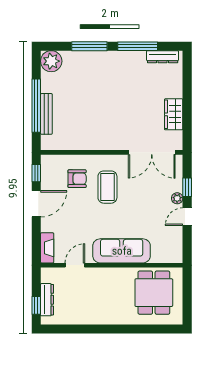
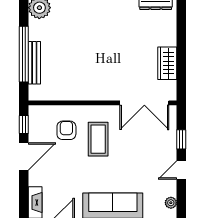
armchair: (77, 179) -> (66, 130), turned -90
plant: (177, 198) -> (171, 203), moved

